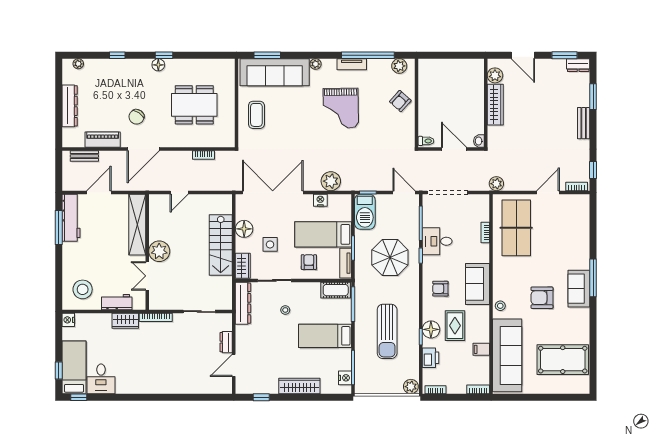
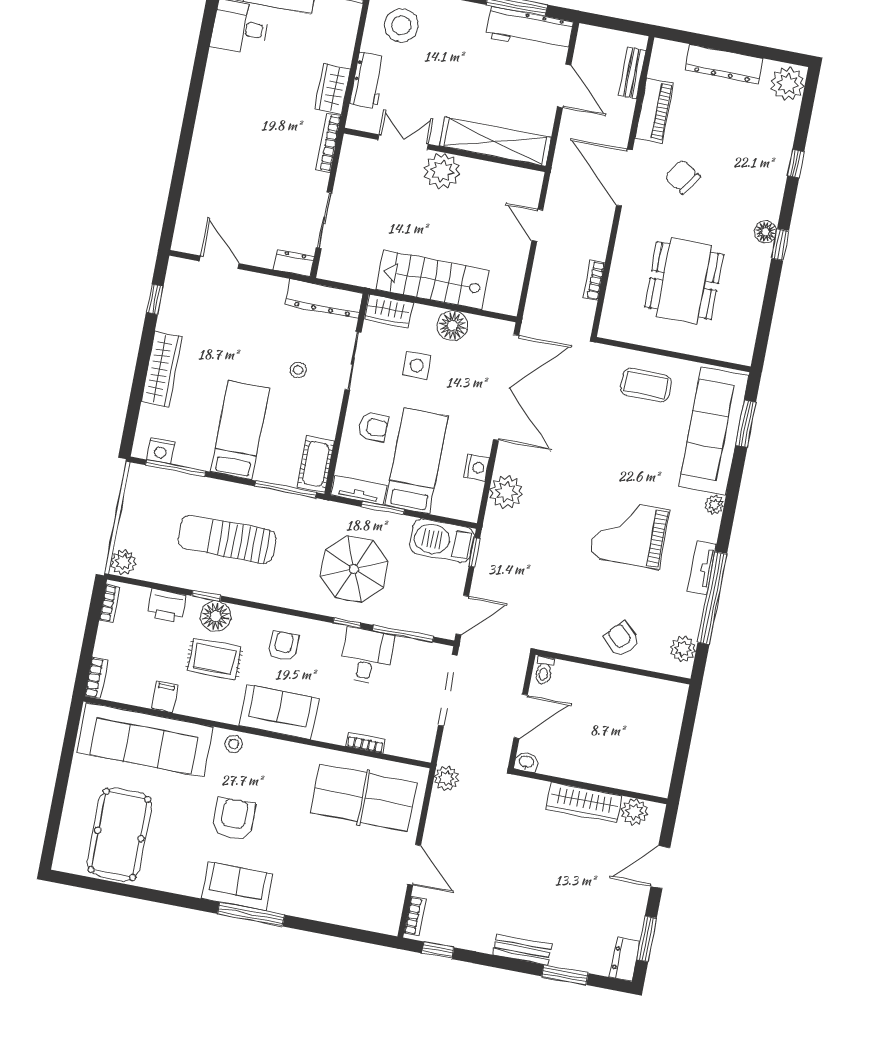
plant: (78, 64) -> (788, 84), width x1.88, depth x1.88
dresser: (226, 342) -> (294, 263), moved

